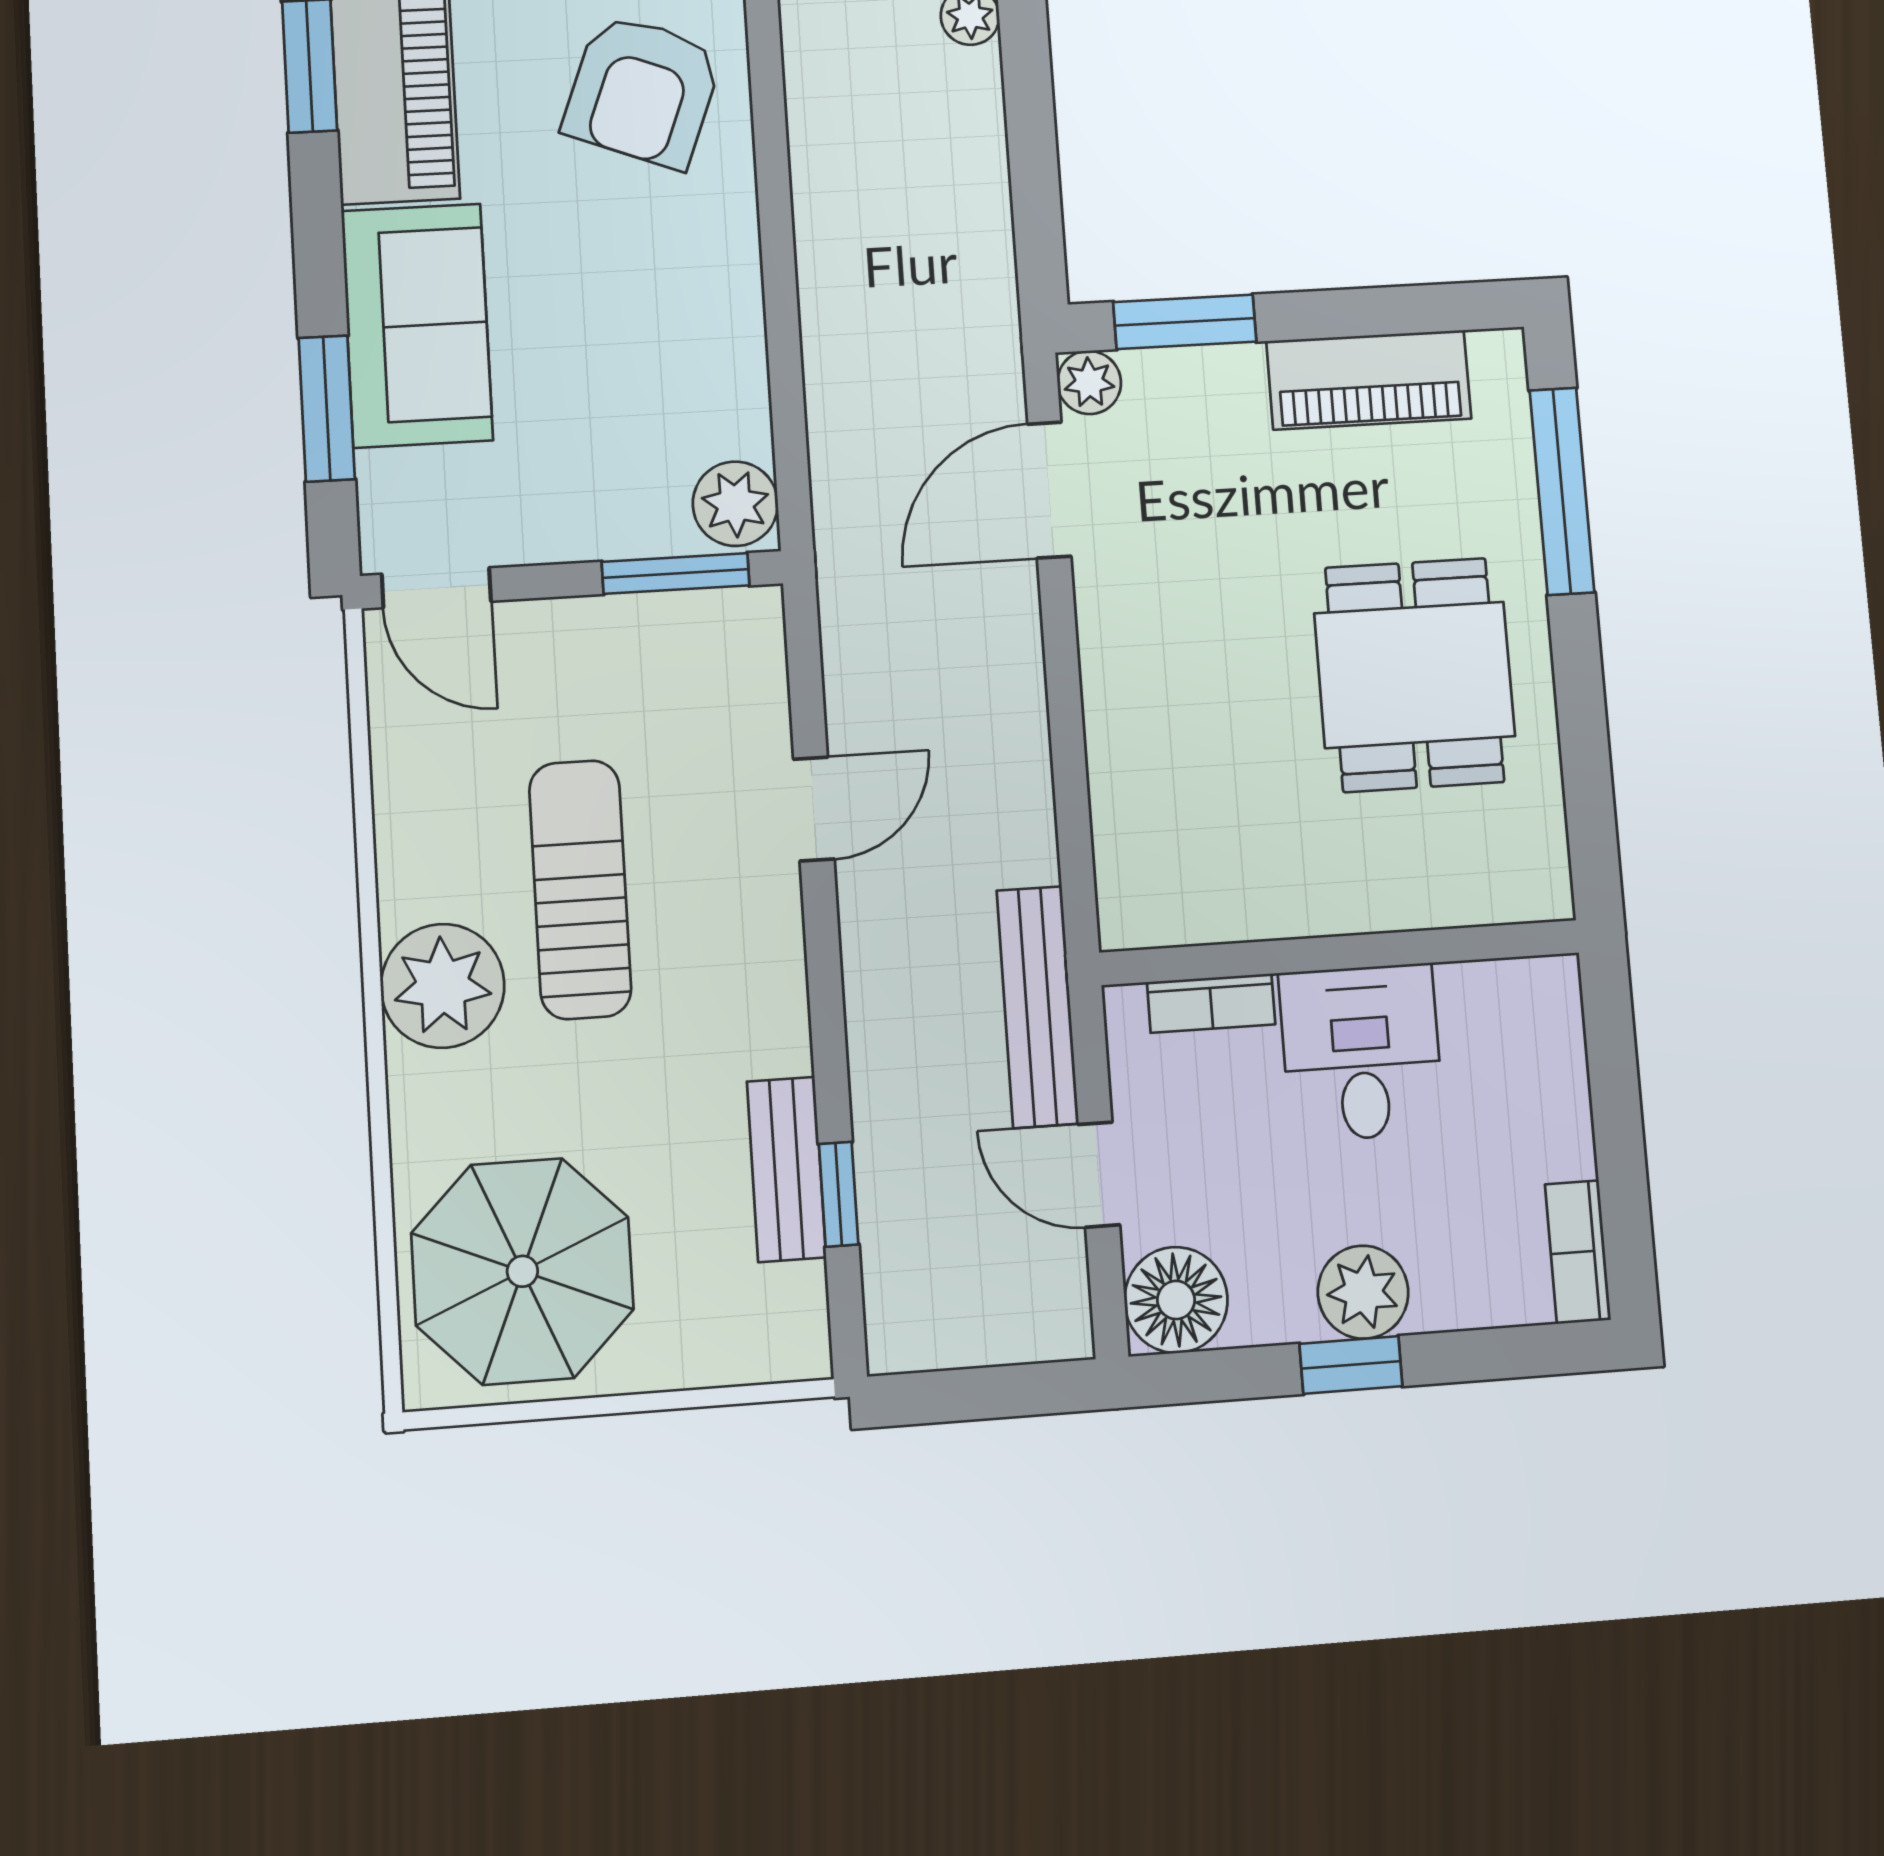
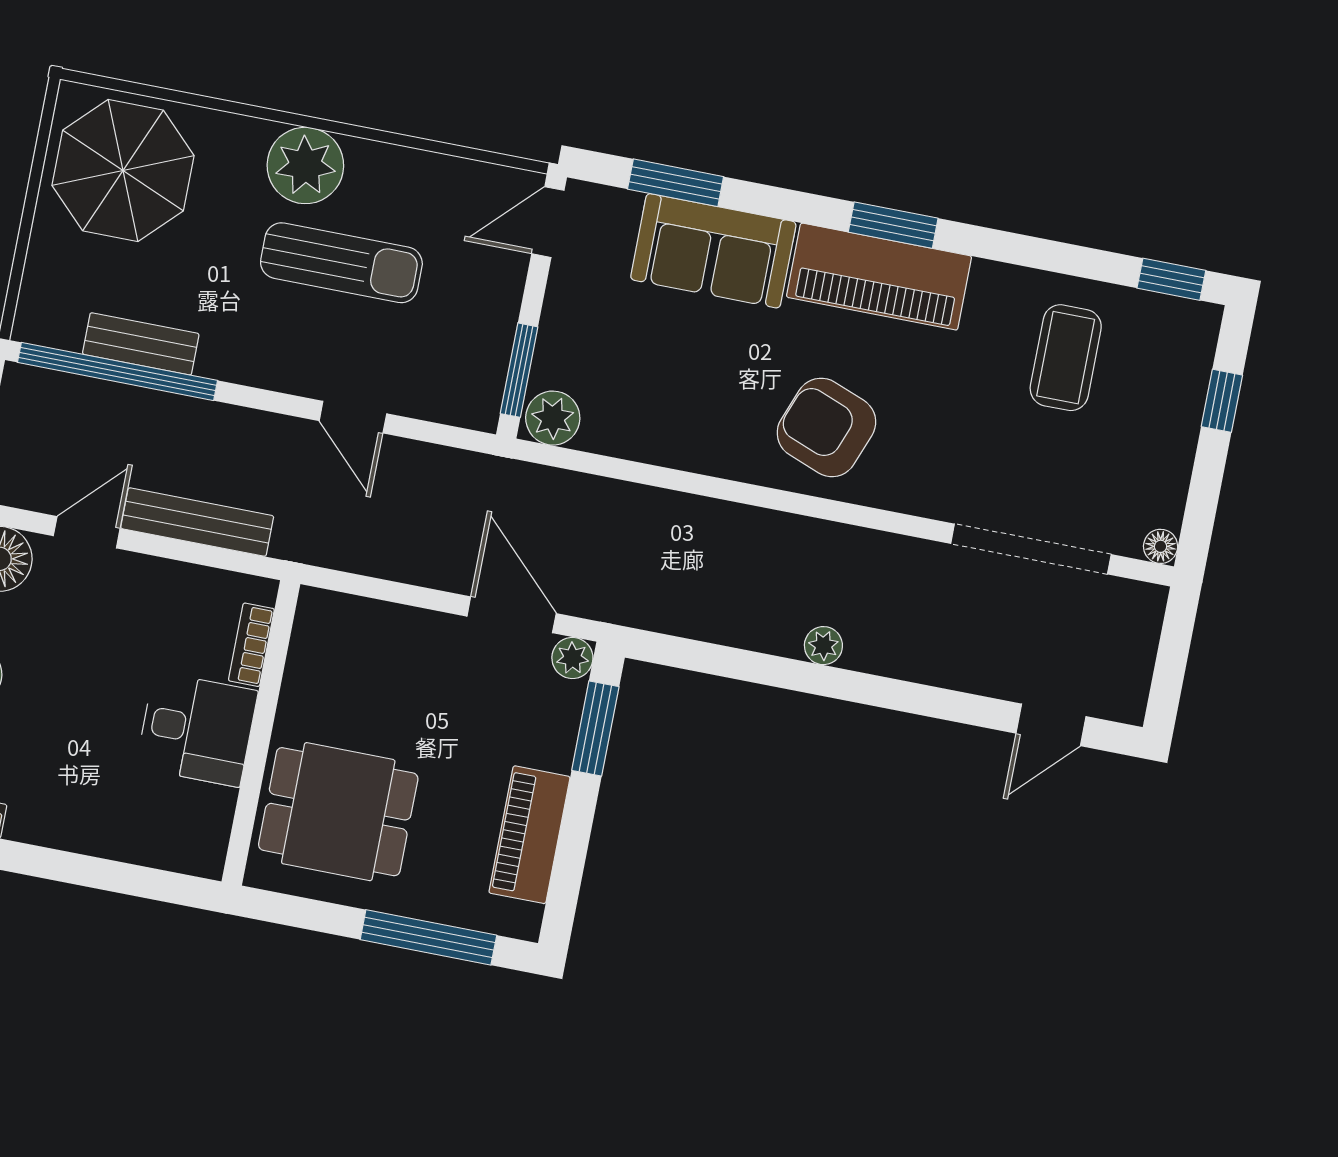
wall: (1340, 953) -> (261, 733), moved
bookcase: (1211, 1003) -> (251, 645), moved
desk: (1361, 1053) -> (197, 729), moved
window: (839, 1194) -> (118, 371), width x3.17

